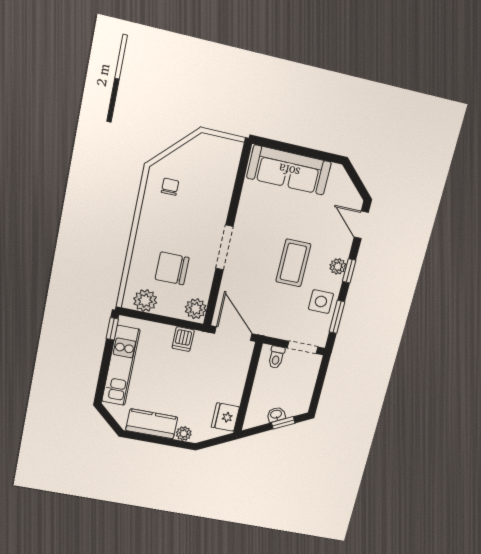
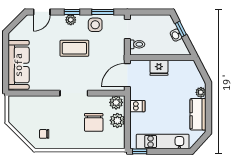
plant: (145, 301) -> (117, 120), moved
fridge: (225, 417) -> (159, 68), moved

